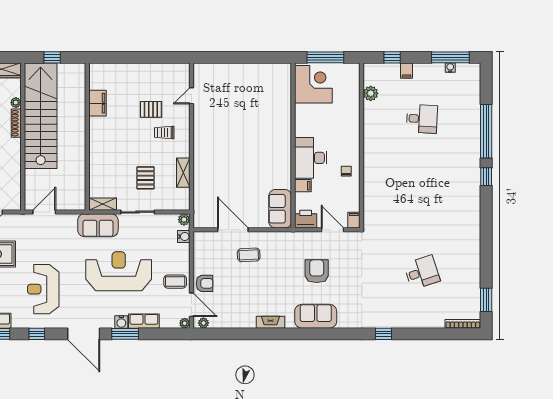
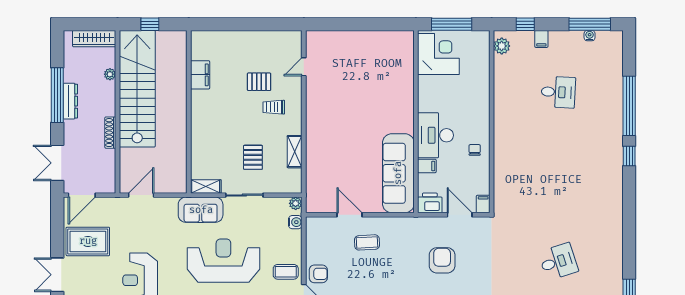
plant: (371, 93) -> (502, 46), moved
shoe rack: (16, 123) -> (110, 133), moved
sofa: (280, 209) -> (398, 173), width x1.85, depth x1.27
door: (233, 230) -> (350, 215), width x0.73

